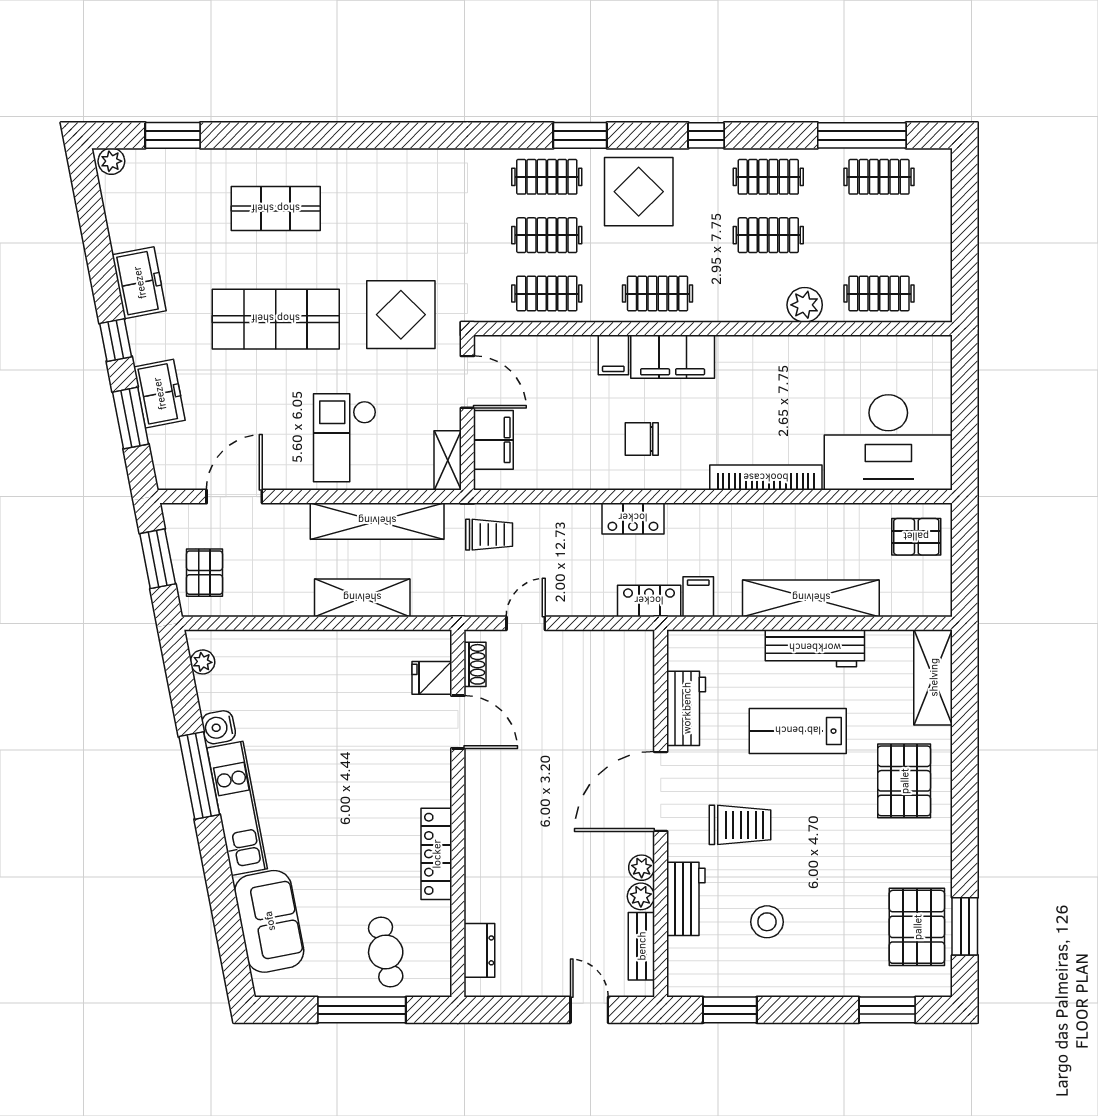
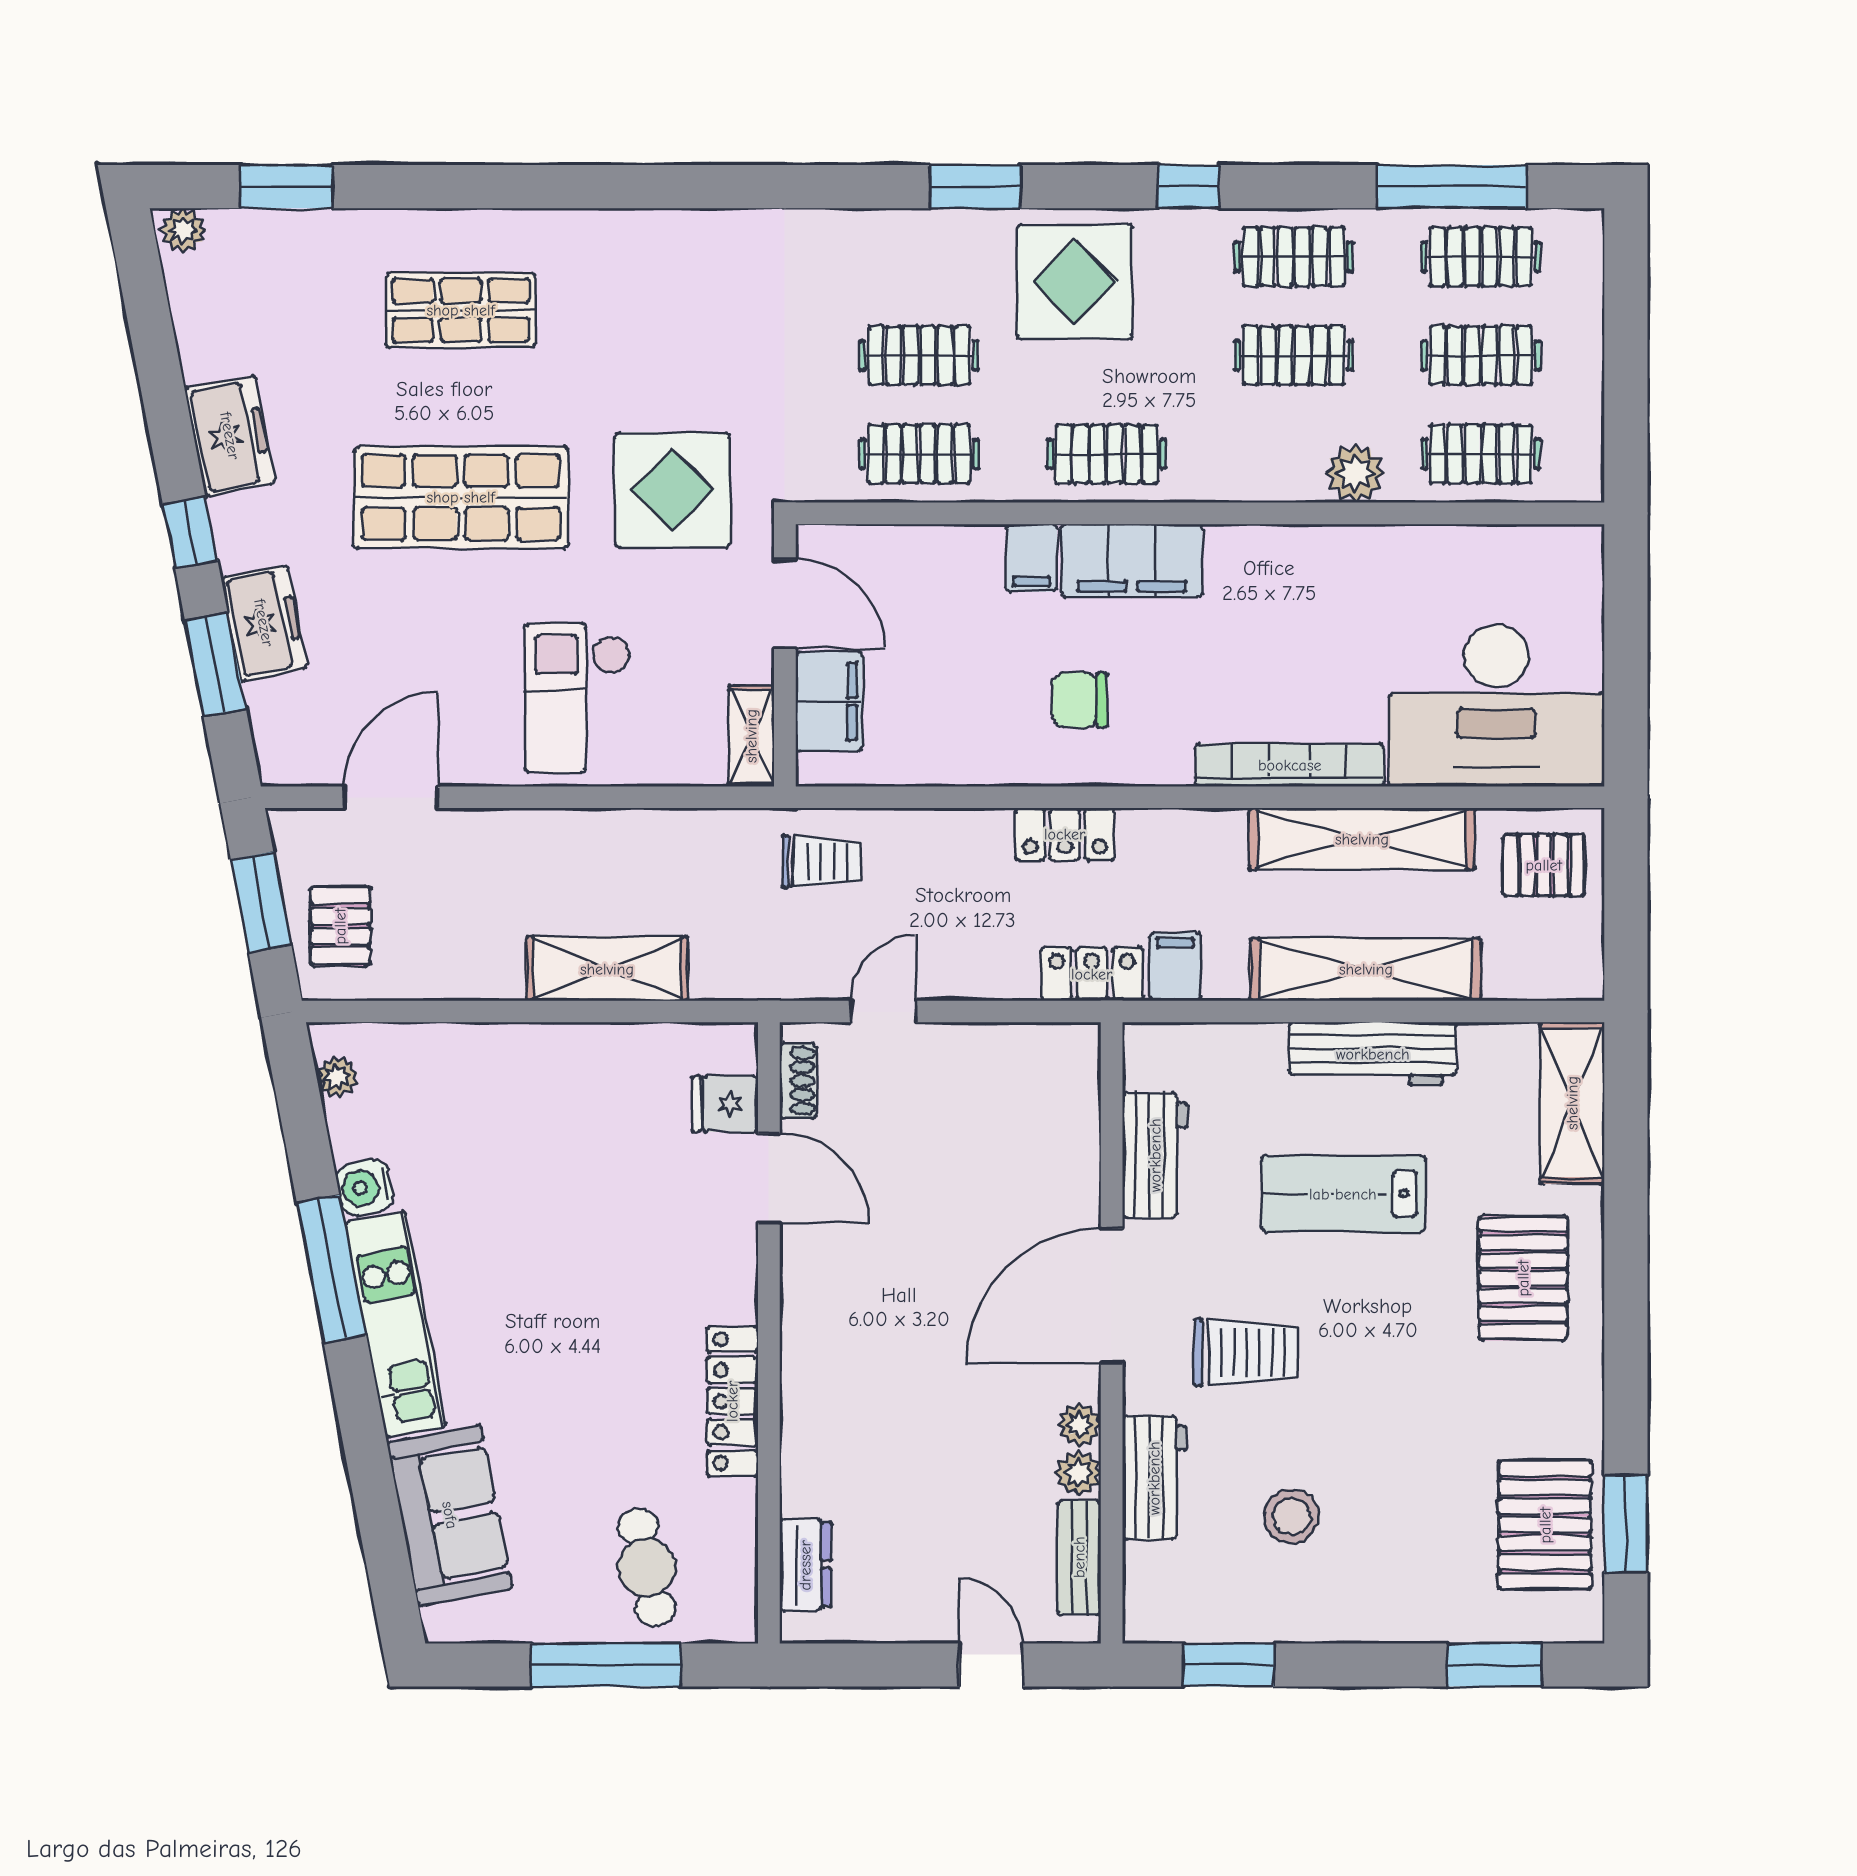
clothes rail: (547, 177) -> (1481, 355), moved
shelving: (377, 521) -> (1362, 839), moved

